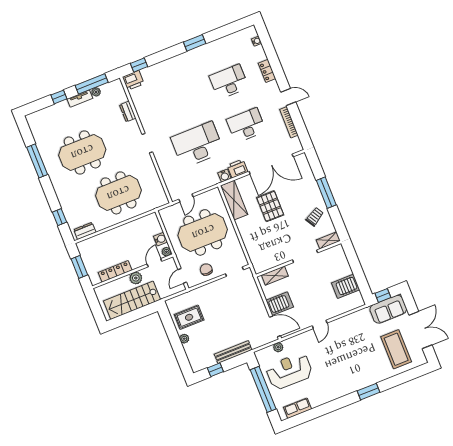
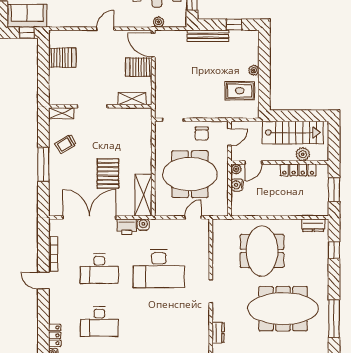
locker: (267, 71) -> (55, 335), moved
meeting table: (82, 152) -> (283, 309), width x1.36
meeting table: (118, 193) -> (262, 251), turned 90
plant: (136, 278) -> (303, 154), moved

